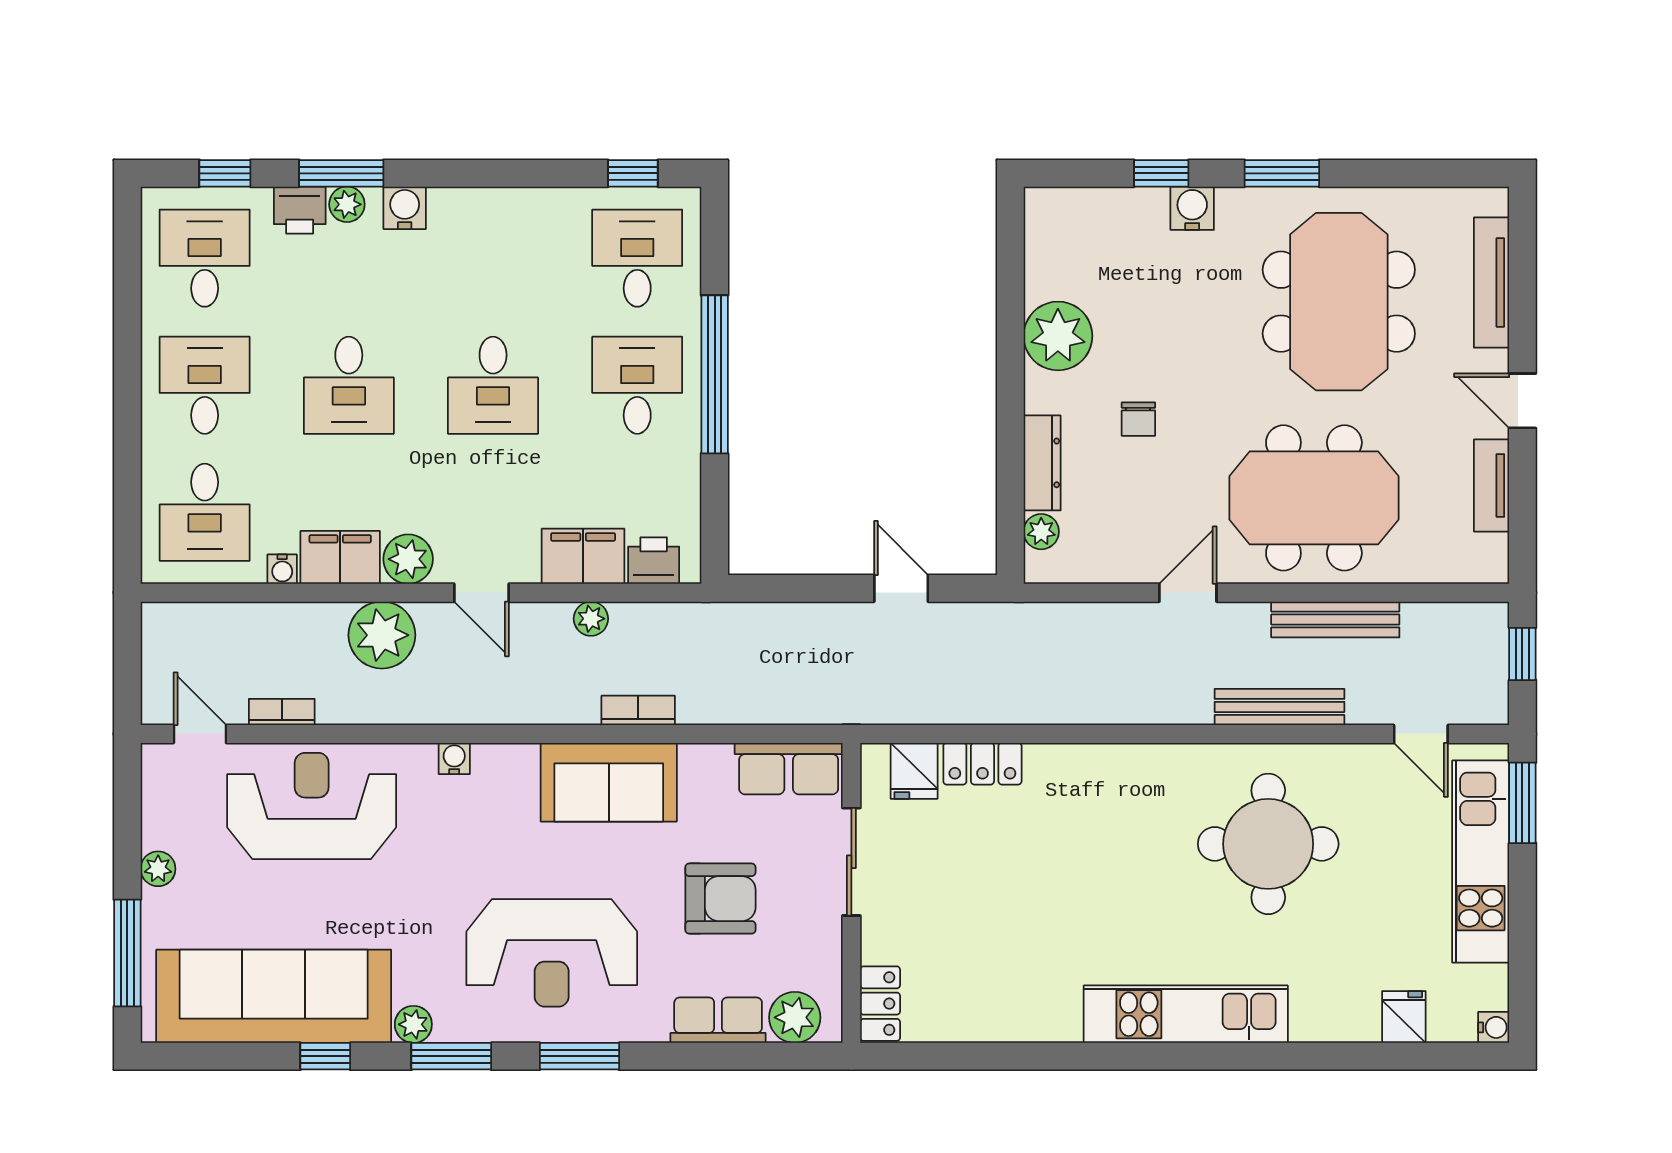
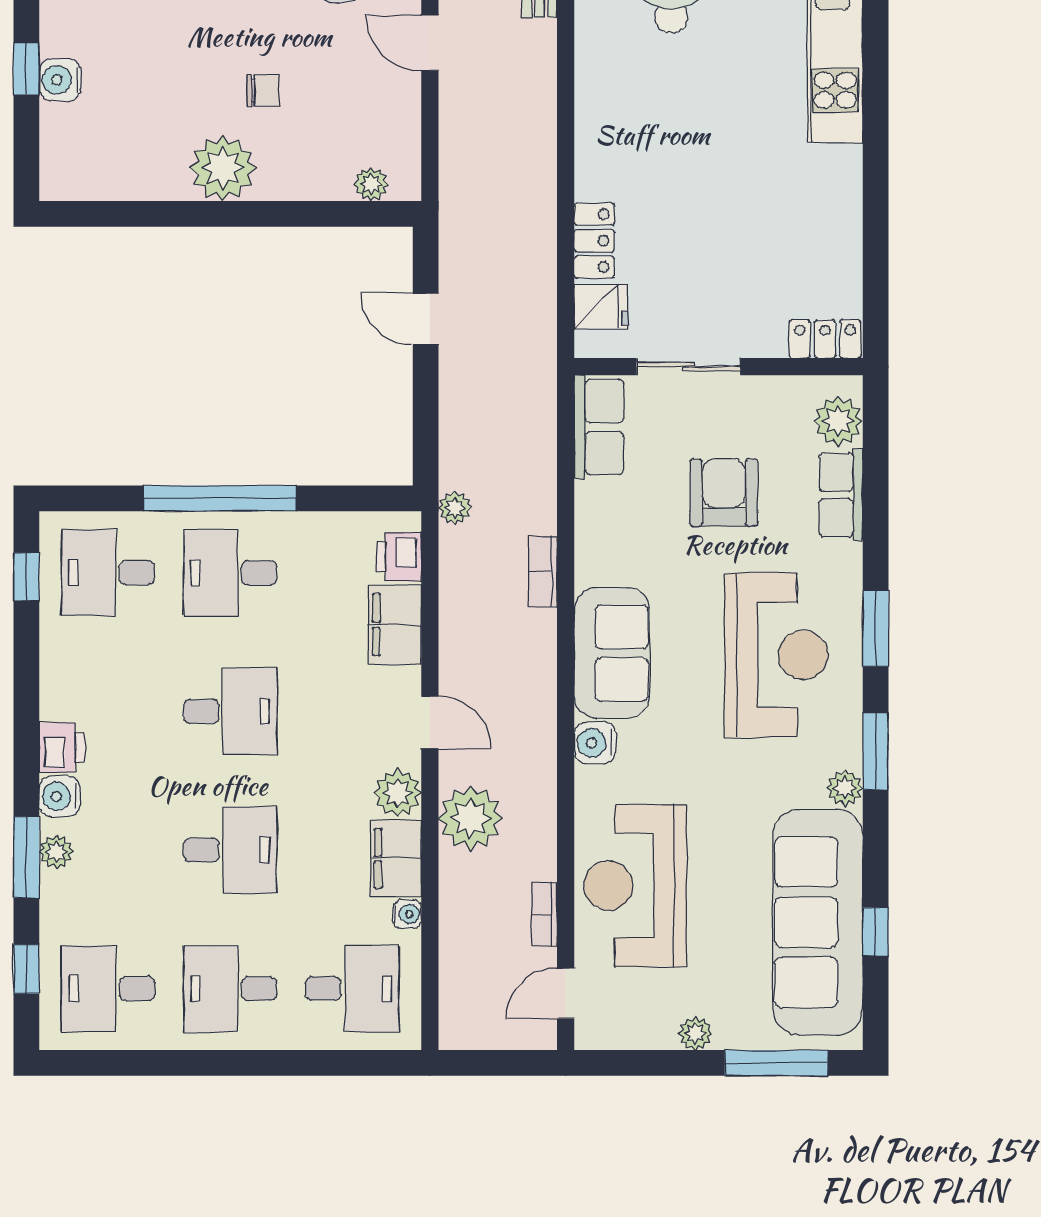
water cooler: (1192, 208) -> (60, 80), moved
printer: (300, 210) -> (62, 747), moved
plant: (1058, 336) -> (223, 168), moved
dresser: (1042, 463) -> (305, 183), removed
door: (901, 588) -> (426, 319), hinge flipped
door: (482, 593) -> (430, 722), hinge flipped
plant: (591, 619) -> (455, 508), moved
water cooler: (454, 758) -> (595, 743), width x1.38, depth x1.38
sofa: (609, 782) -> (612, 653), moved
window: (325, 1056) -> (876, 932), moved

